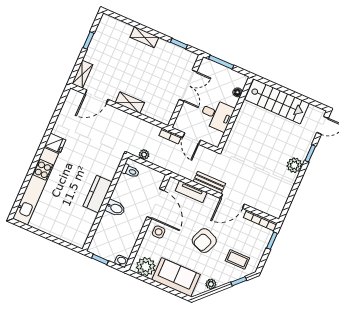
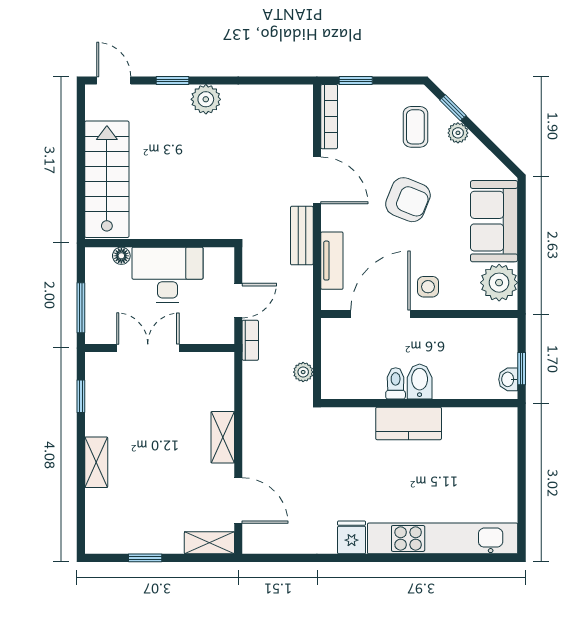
desk: (217, 115) -> (167, 275), width x1.37
toilet: (130, 171) -> (396, 383), moved
washbasin: (121, 261) -> (508, 379), moved
plant: (211, 284) -> (458, 133), moved

